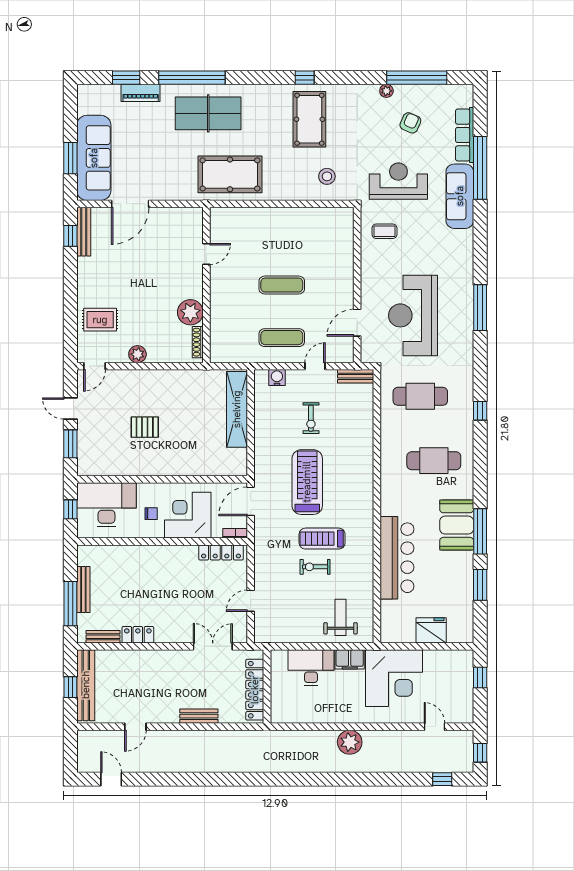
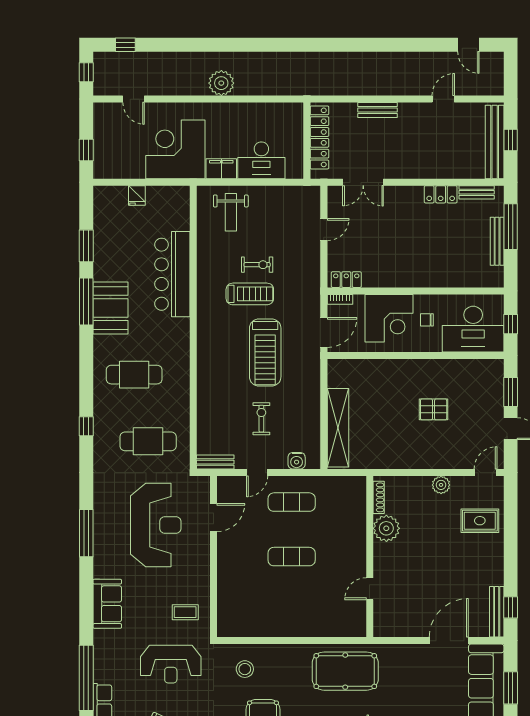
sofa: (460, 196) -> (107, 604), moved, width x0.73
locker: (221, 552) -> (346, 280), width x0.66
fridge: (431, 630) -> (137, 195), width x0.53, depth x0.75

